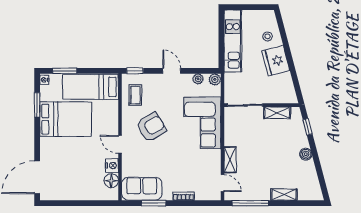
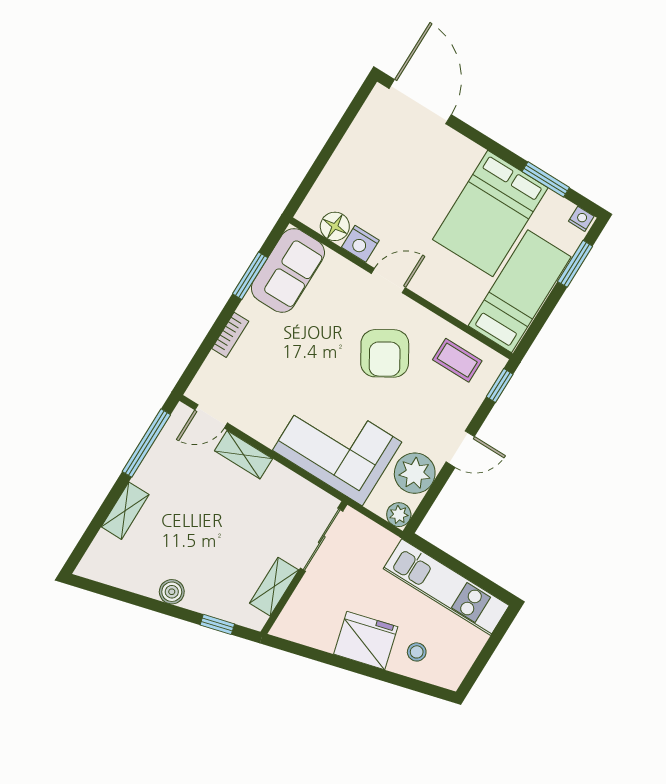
plant: (198, 79) -> (415, 473), width x1.88, depth x1.88

